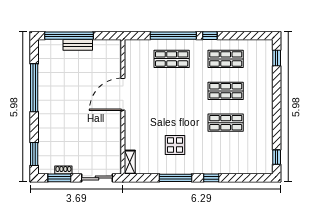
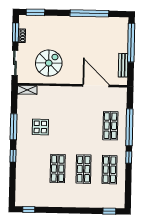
bench: (78, 45) -> (123, 65), moved
door: (123, 94) -> (96, 86), moved
spiral stairs: (96, 136) -> (49, 63), added

